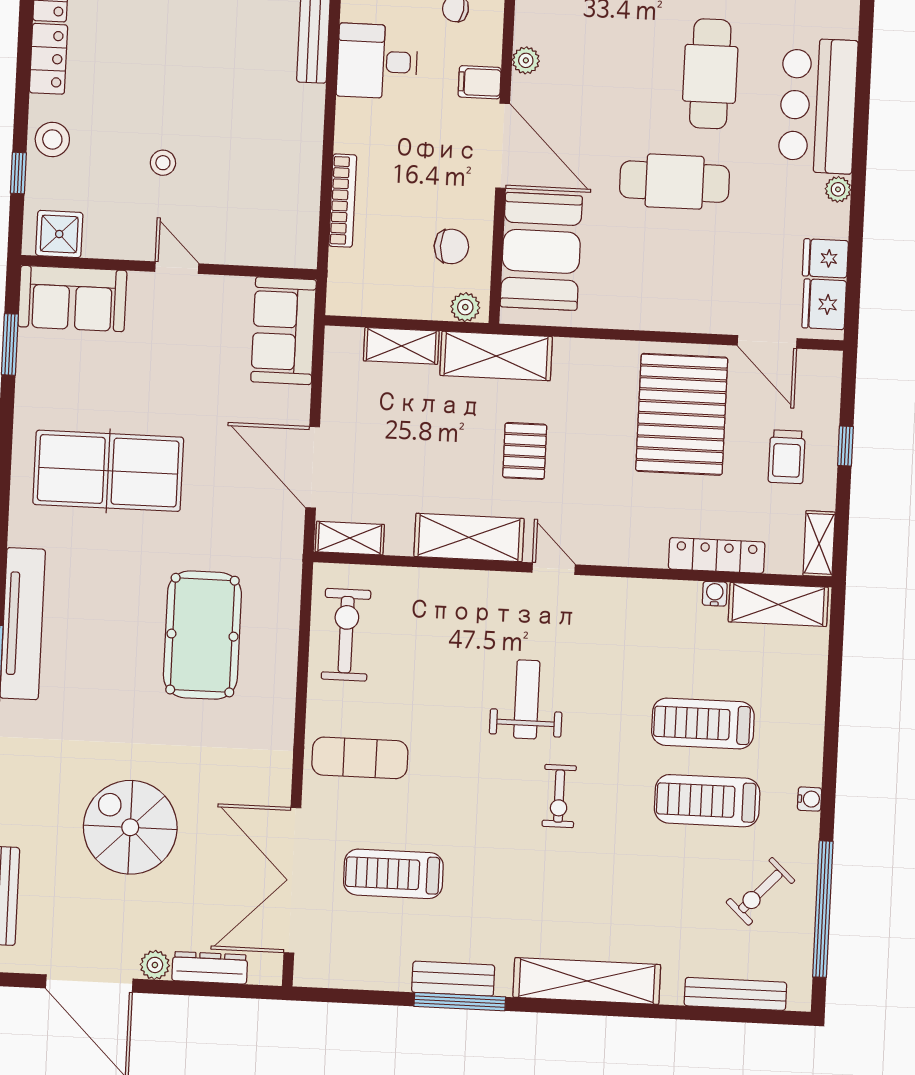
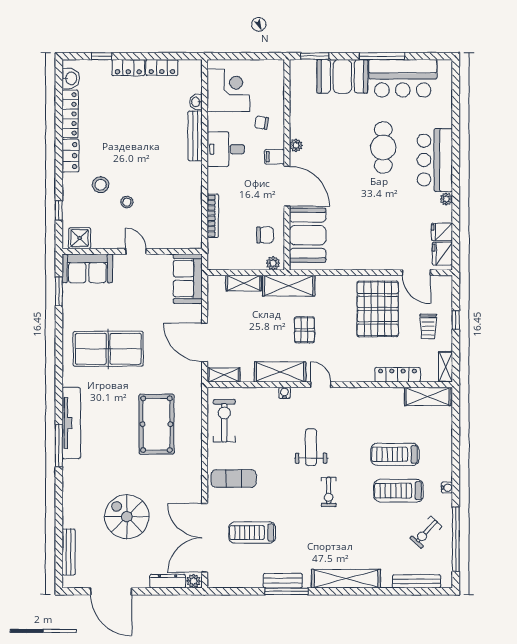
stool: (52, 139) -> (101, 185), moved
cafe table: (675, 182) -> (369, 199), removed
water cooler: (715, 594) -> (284, 393), moved
plant: (155, 965) -> (194, 581), moved

